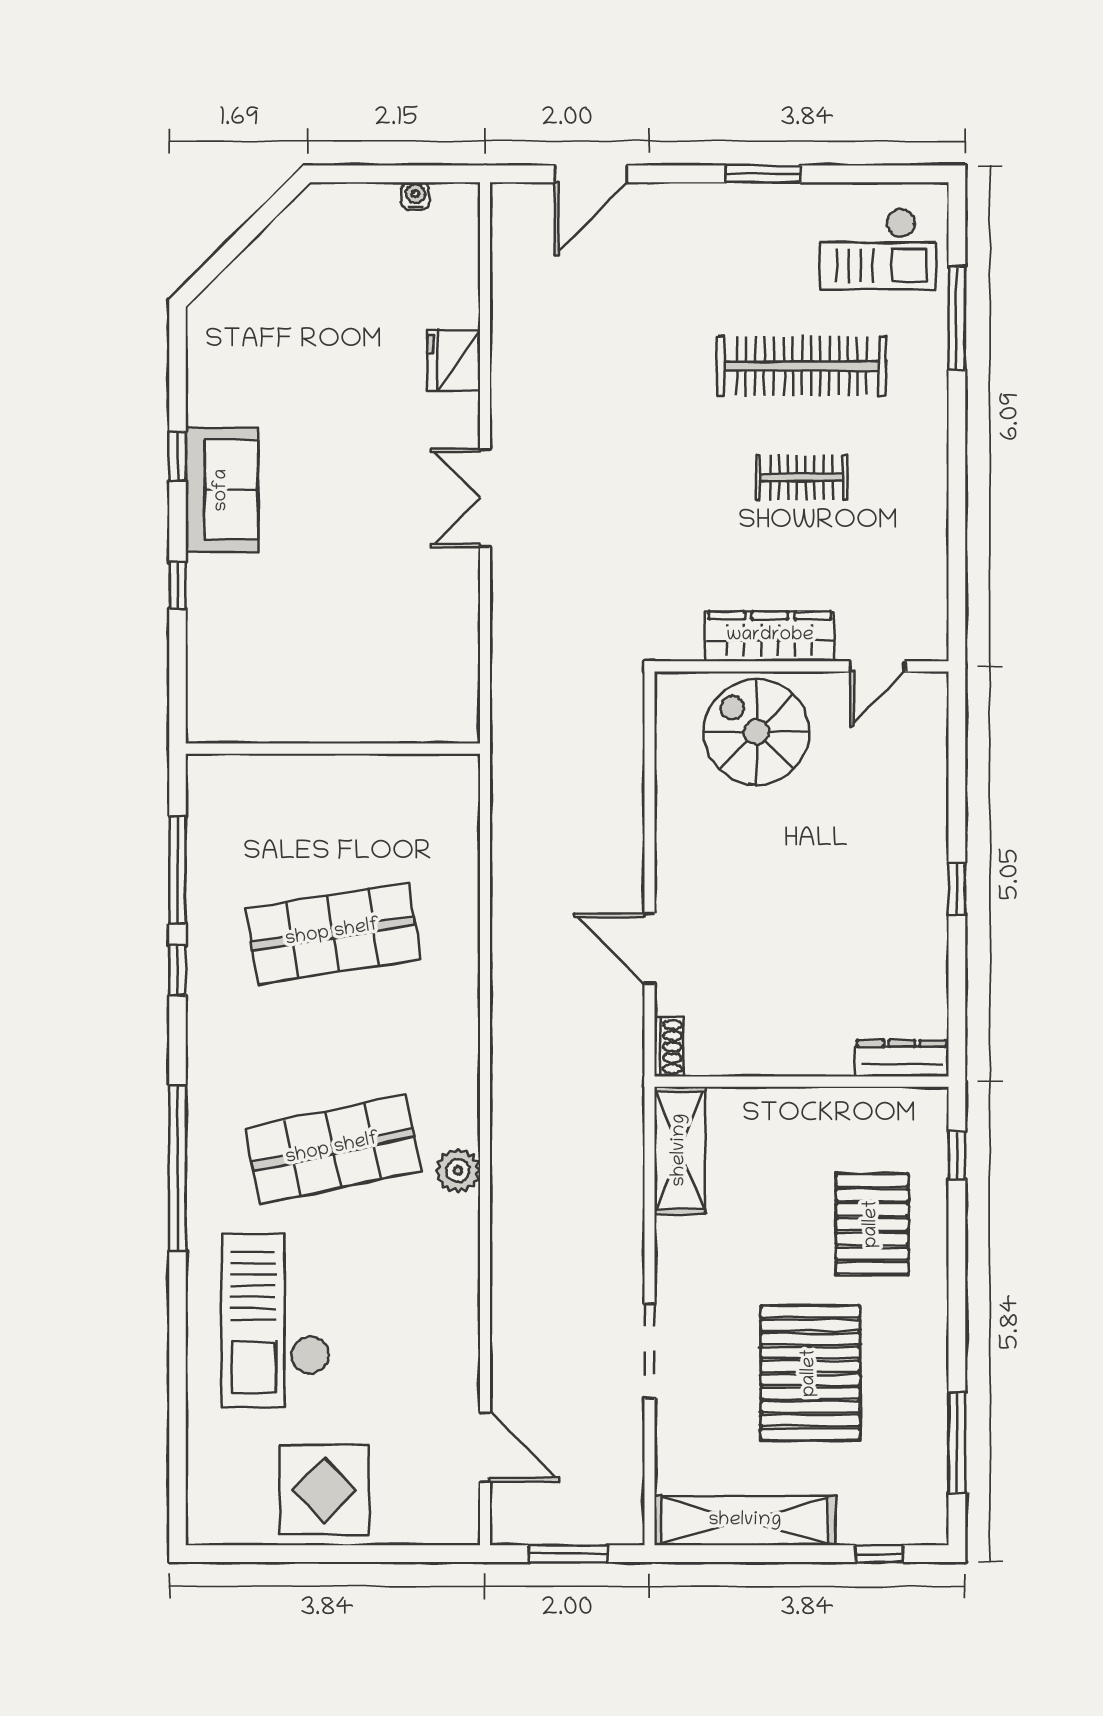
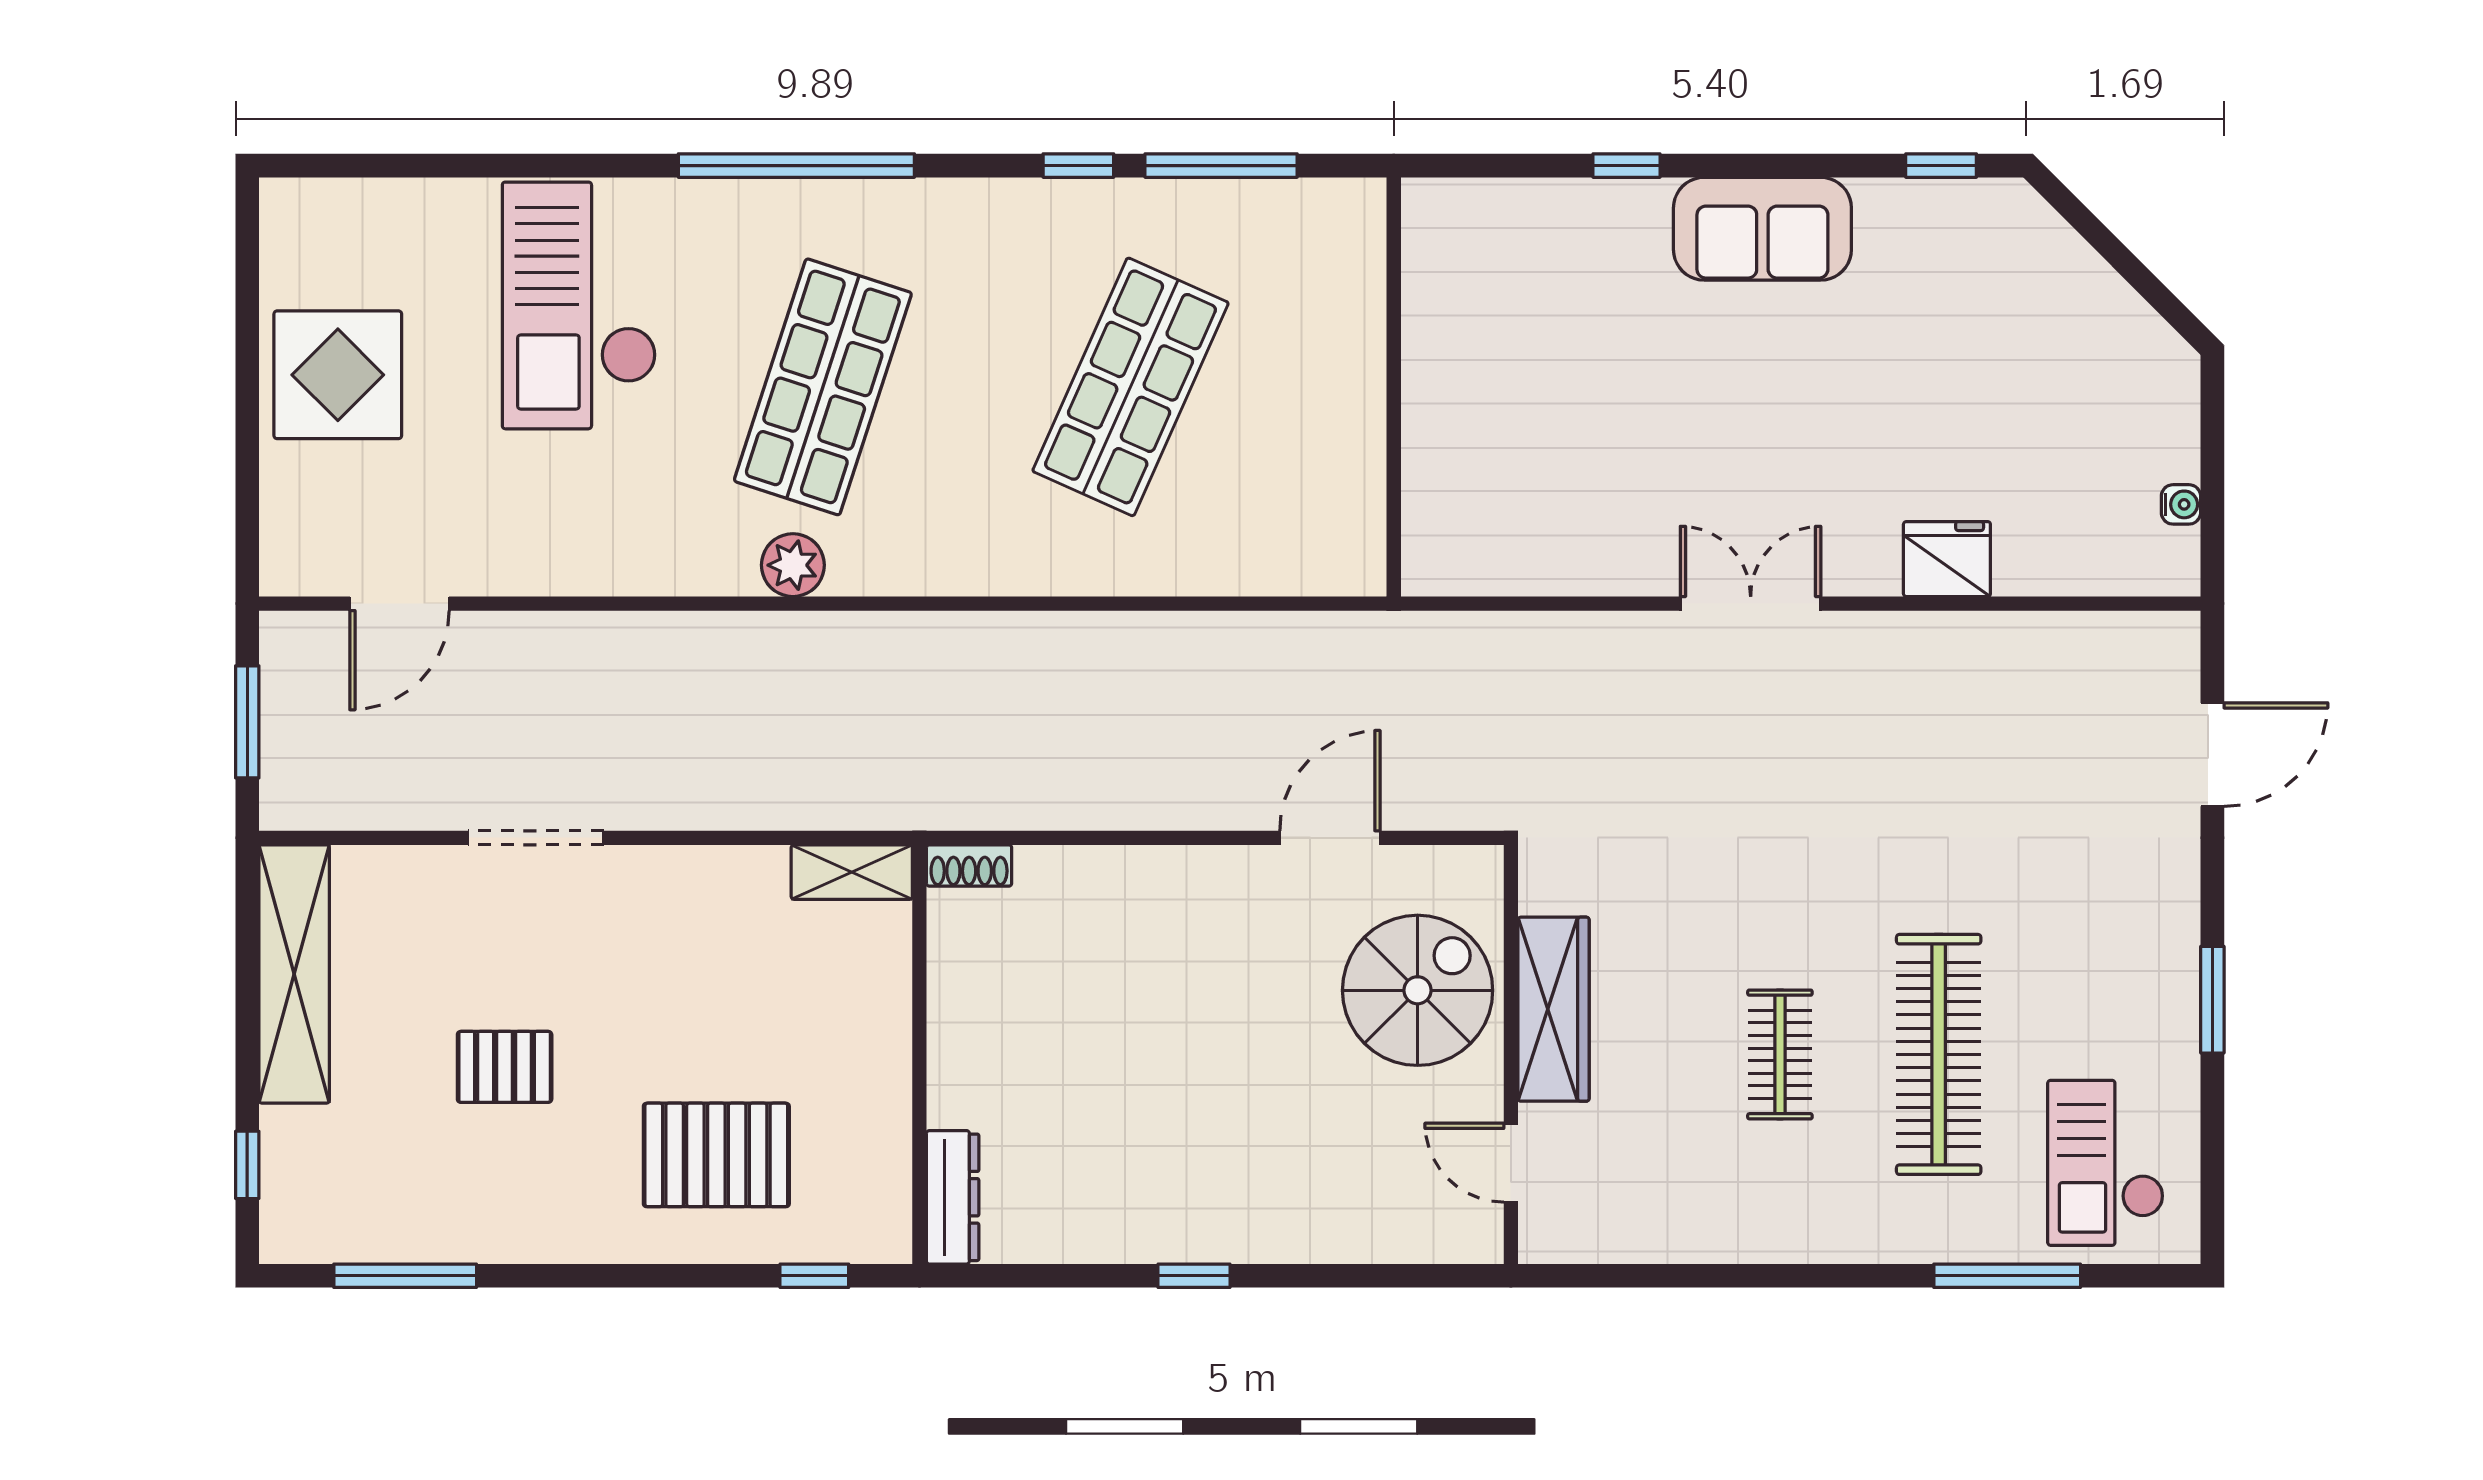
door: (591, 174) -> (2212, 755), swing flipped
window: (177, 456) -> (1941, 166), moved
shop shelf: (333, 933) -> (1130, 387), turned 33
door: (649, 949) -> (1330, 838), moved
shop shelf: (333, 1149) -> (823, 387), turned 30
shelving: (680, 1150) -> (852, 872), width x0.67, depth x0.75
checkout: (276, 1321) -> (579, 305), turned -90
pallet: (810, 1373) -> (505, 1067), width x0.49, depth x0.50

